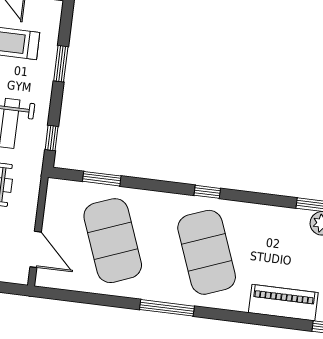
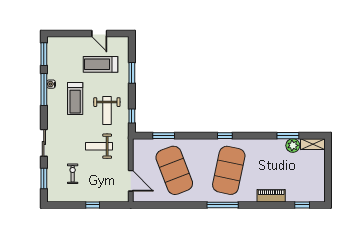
exercise mat: (207, 252) -> (229, 170), turned 33
piano: (283, 303) -> (271, 196), width x0.73, depth x0.75
window: (167, 308) -> (223, 205), moved

